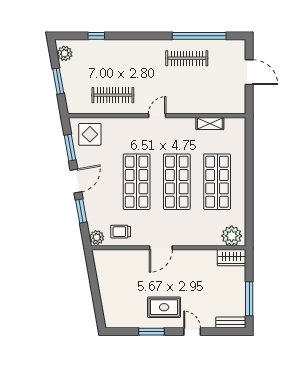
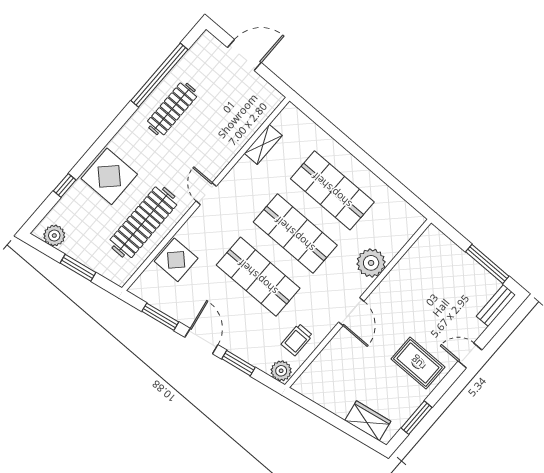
display table: (122, 56) -> (109, 176), added
clothes rail: (113, 95) -> (143, 222), width x1.37, depth x1.31
display table: (90, 134) -> (176, 260), moved
plant: (232, 236) -> (371, 263), moved
wardrobe: (231, 258) -> (368, 421), moved, turned -100
rug: (164, 307) -> (418, 363), turned 90
window: (151, 332) -> (417, 418), moved

